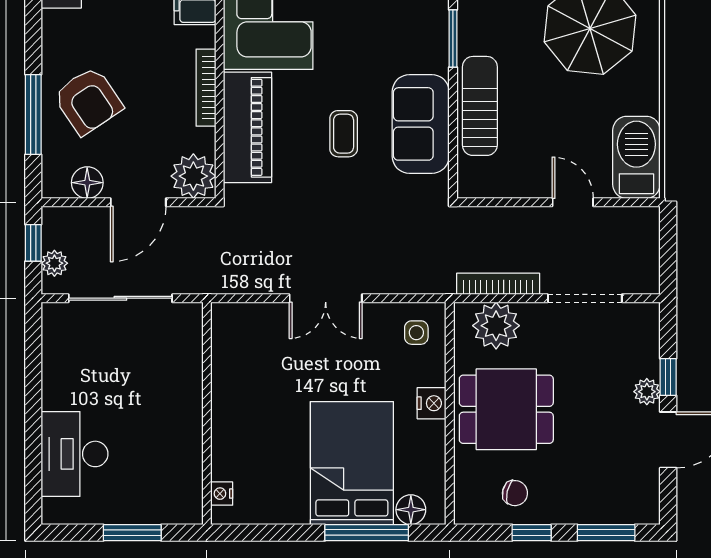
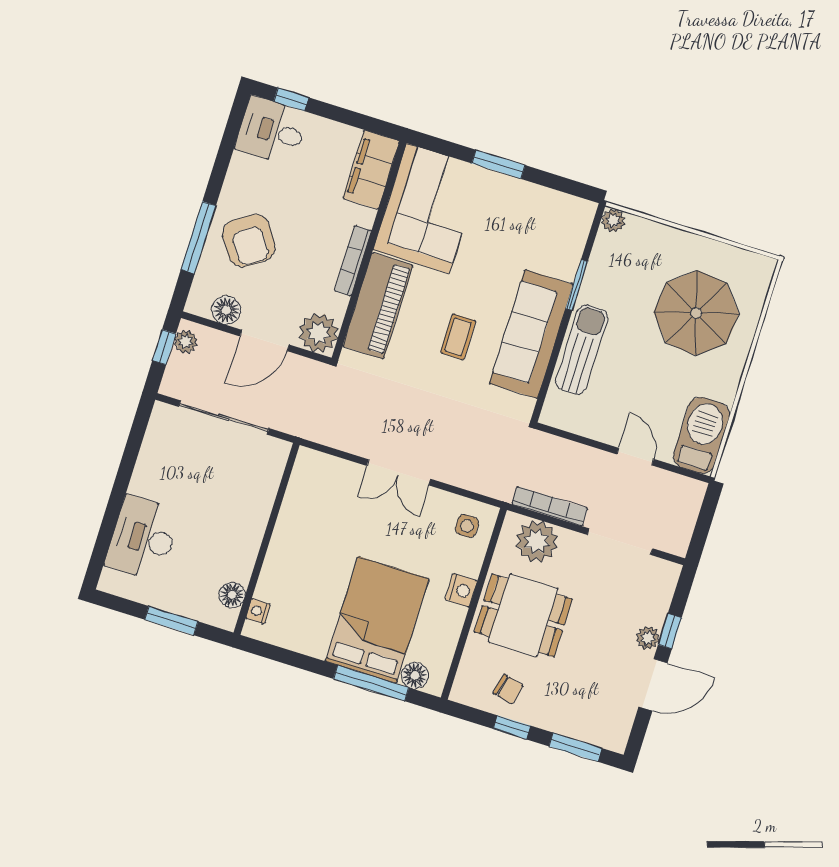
sofa: (421, 124) -> (531, 334), width x1.36
plant: (54, 263) -> (186, 342), moved
floor lamp: (189, 485) -> (232, 595), added

